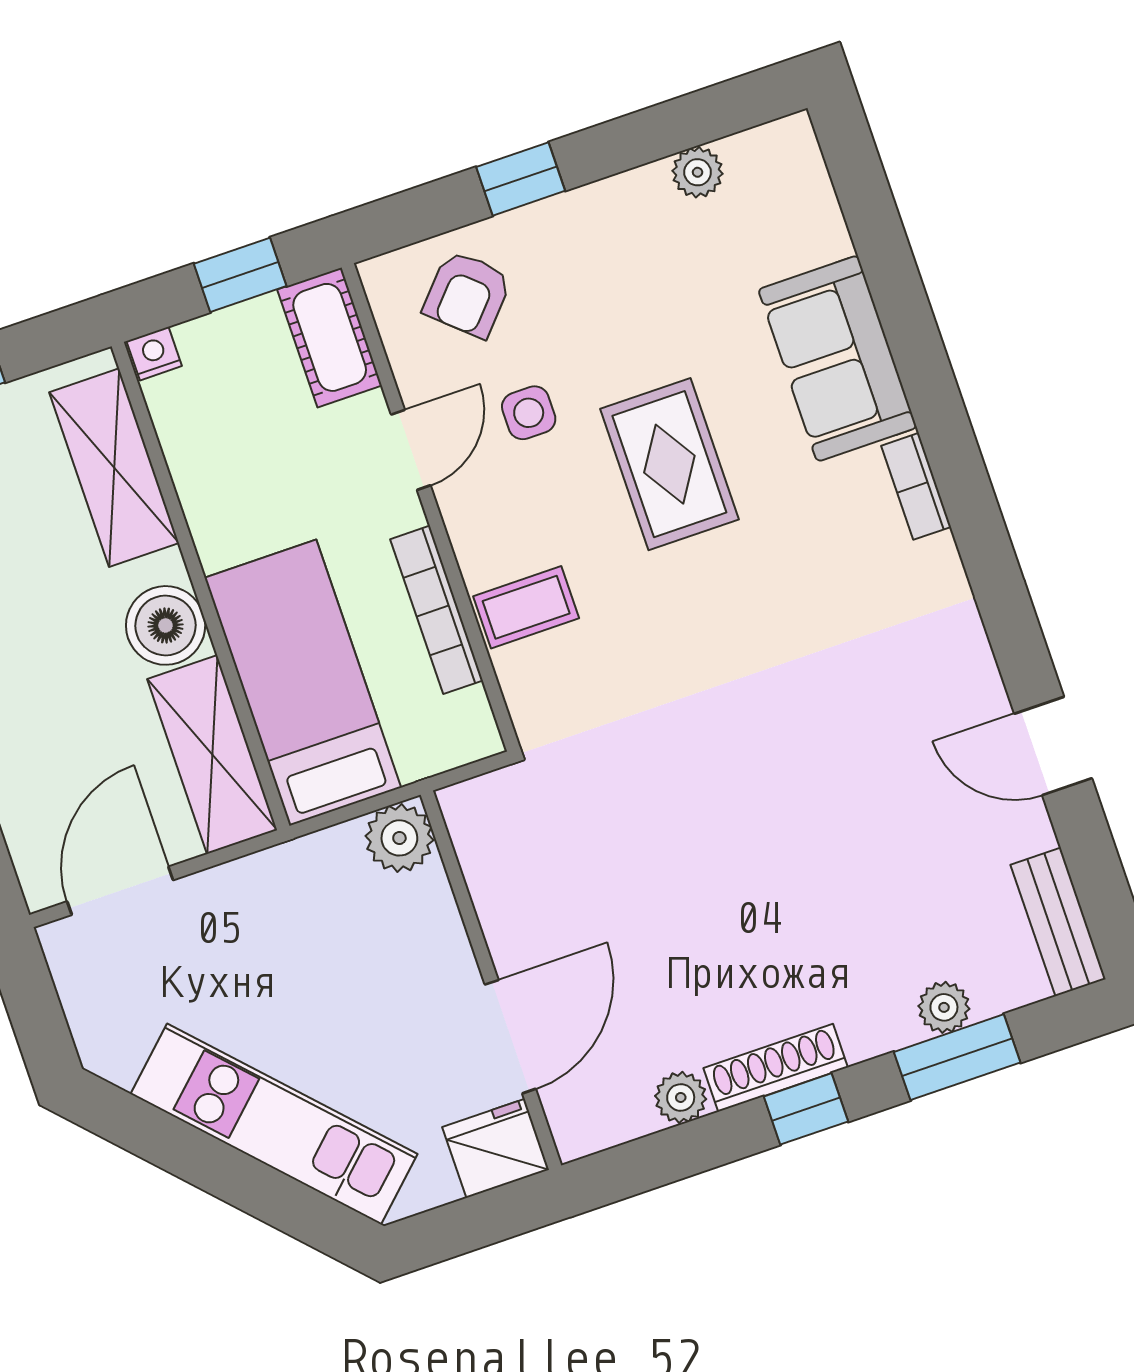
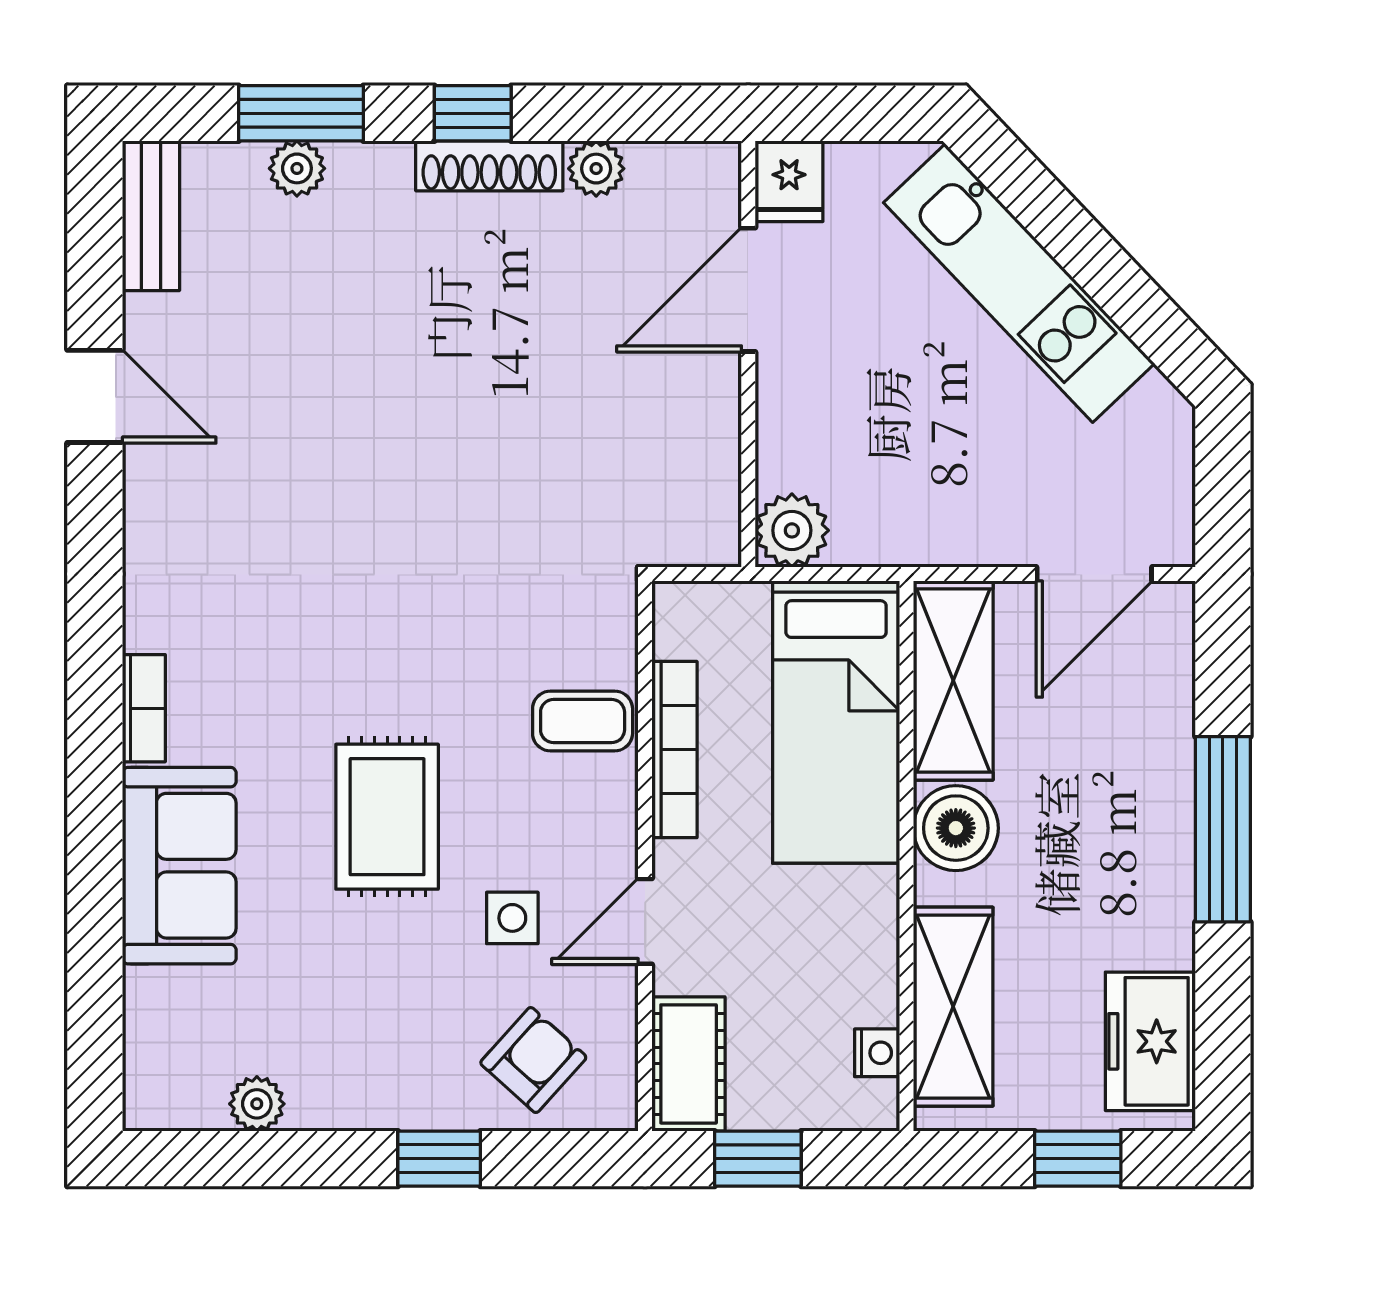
nightstand: (154, 354) -> (877, 1053), moved, turned -90
fridge: (496, 1148) -> (789, 181), width x0.72

